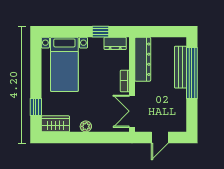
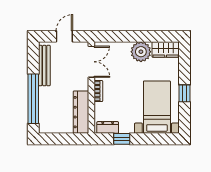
bench: (180, 67) -> (44, 66), moved
window: (36, 107) -> (185, 93), moved
plant: (86, 126) -> (141, 52), width x1.87, depth x1.87

